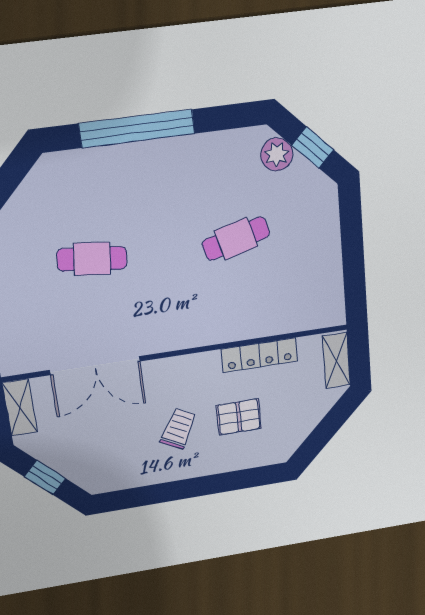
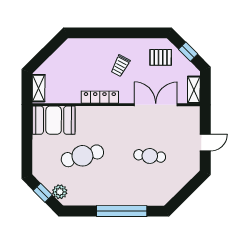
cafe table: (236, 239) -> (82, 156), width x1.37, depth x1.35
booth: (302, 303) -> (54, 120), added
locker: (259, 355) -> (100, 97), moved
pallet: (239, 417) -> (161, 57), moved

